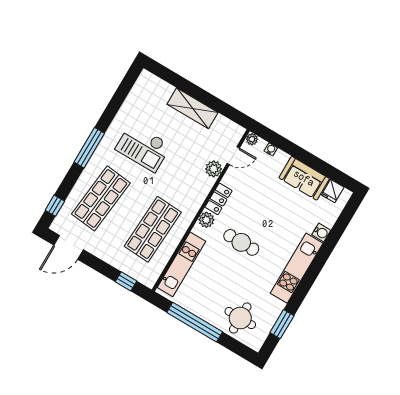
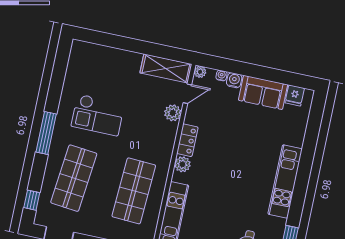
shelving: (193, 108) -> (166, 68), moved
water cooler: (321, 233) -> (234, 80), moved, turned -90
cafe table: (241, 242) -> (223, 175), removed

